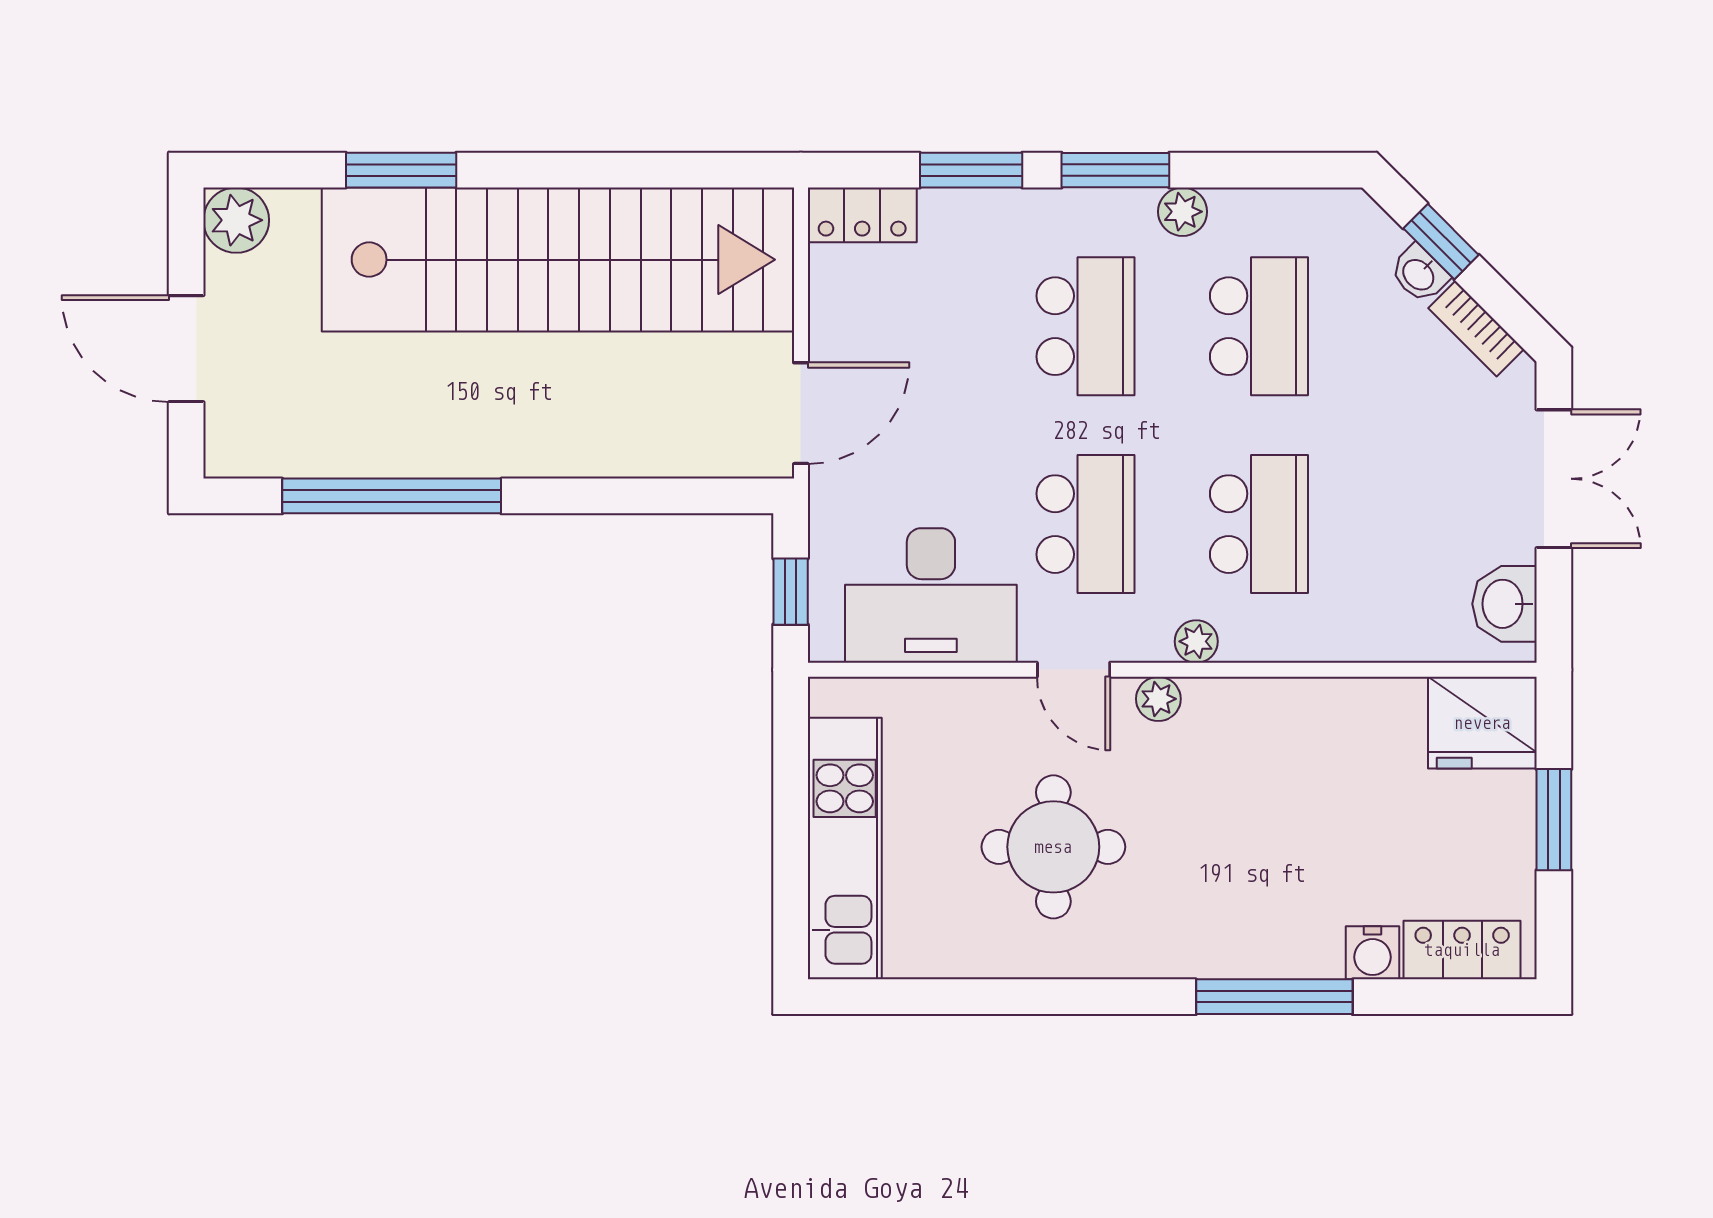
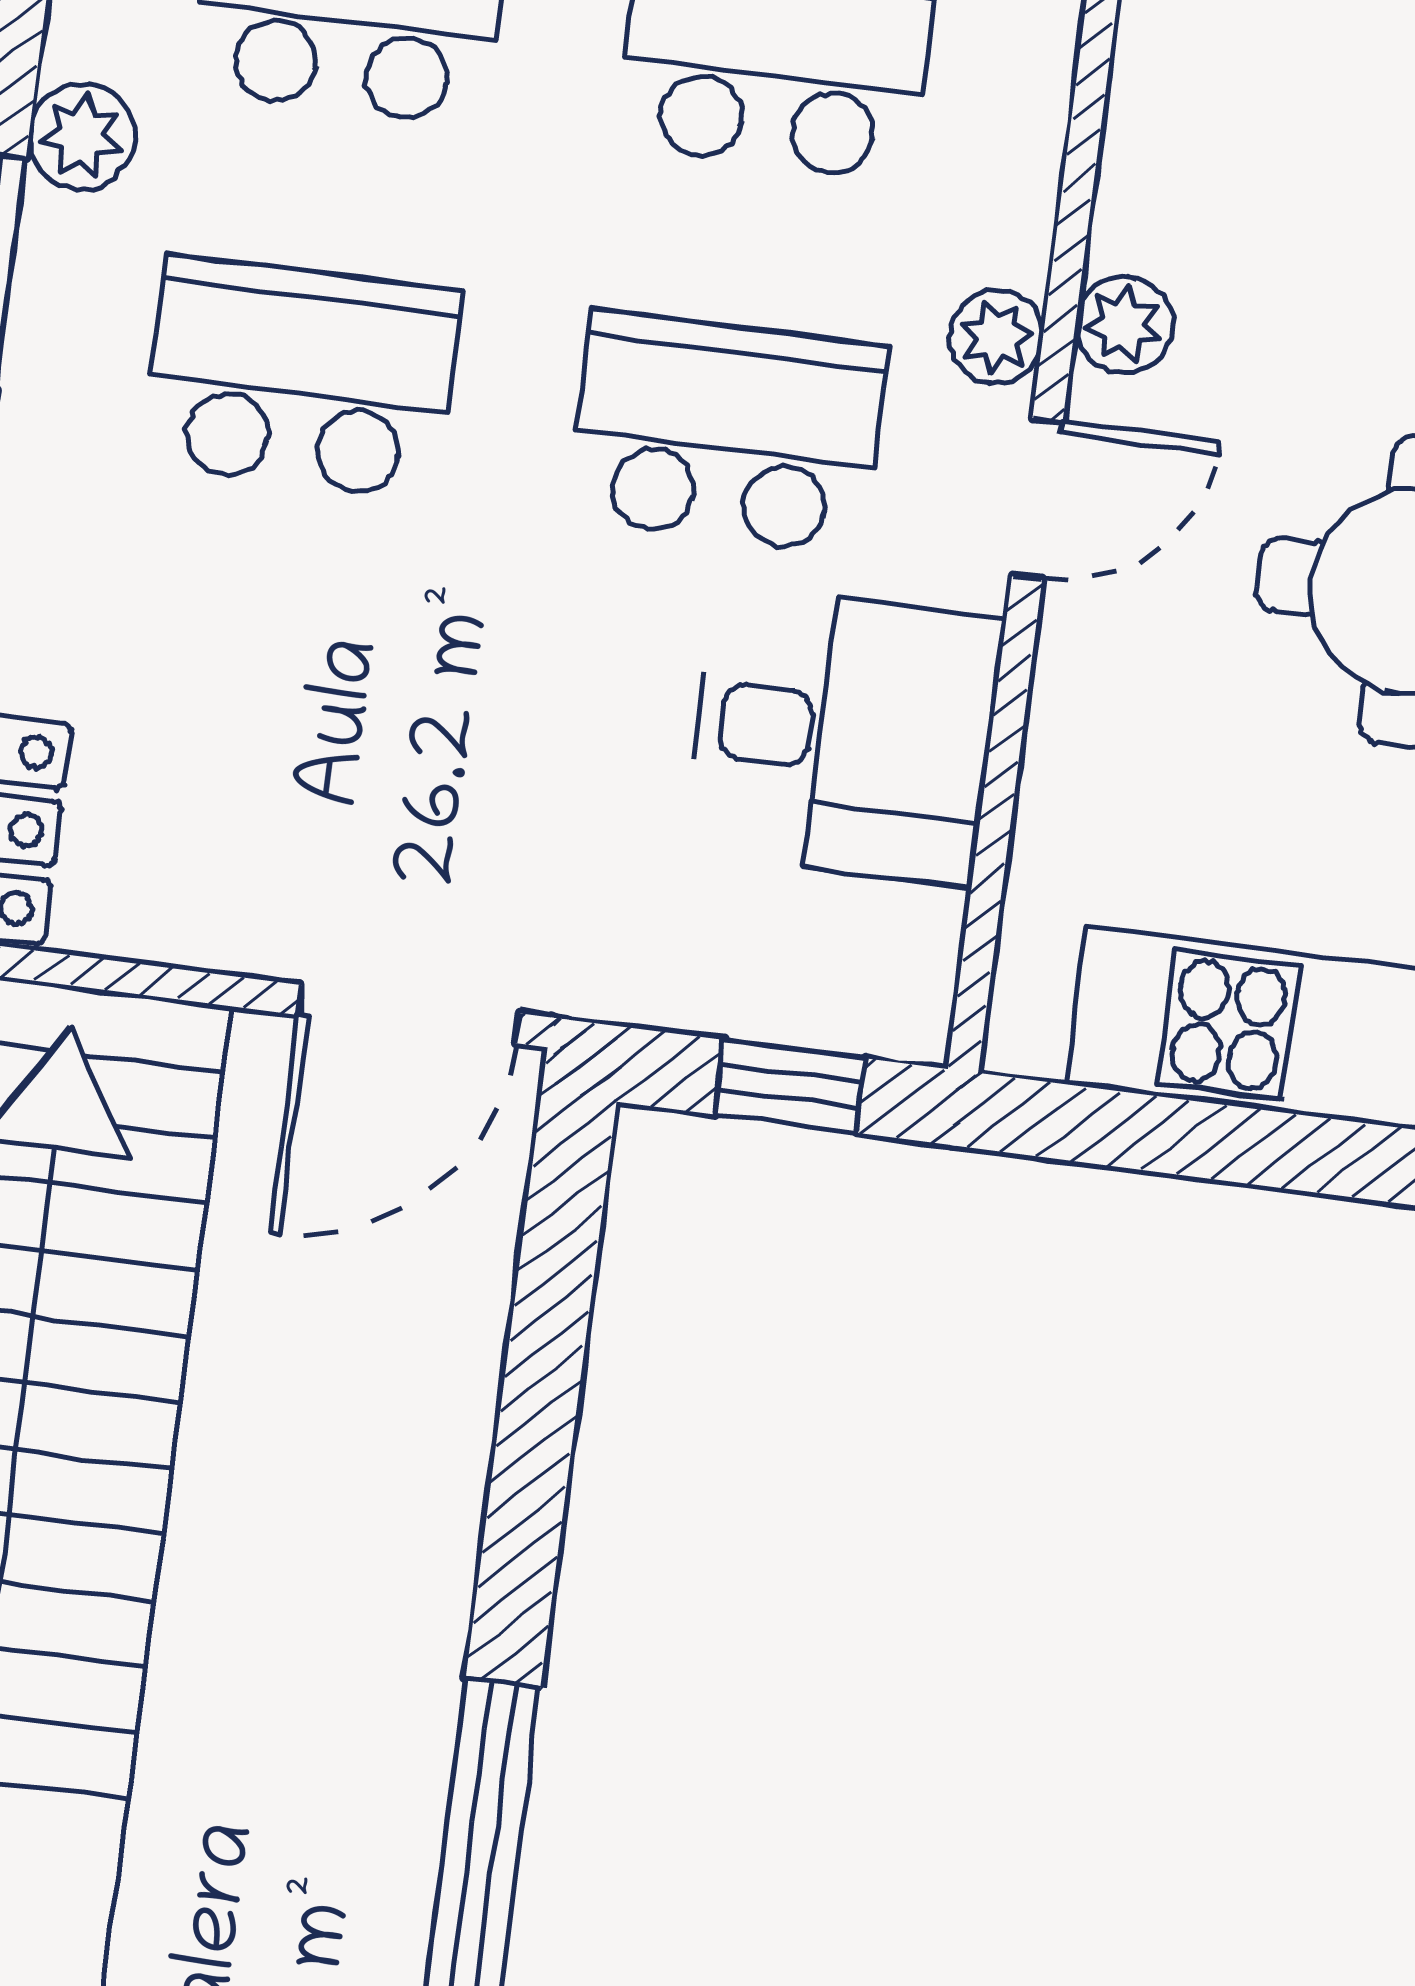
door: (801, 413) -> (409, 1014), swing flipped
desk: (931, 595) -> (844, 735), width x0.73
plant: (1196, 641) -> (996, 337), moved

